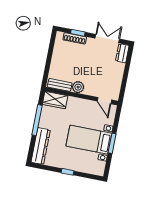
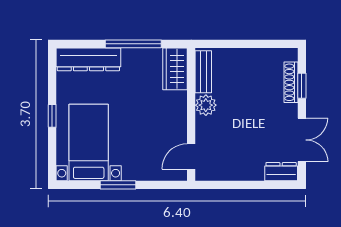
bed with nightstands: (89, 140) -> (89, 142), moved

